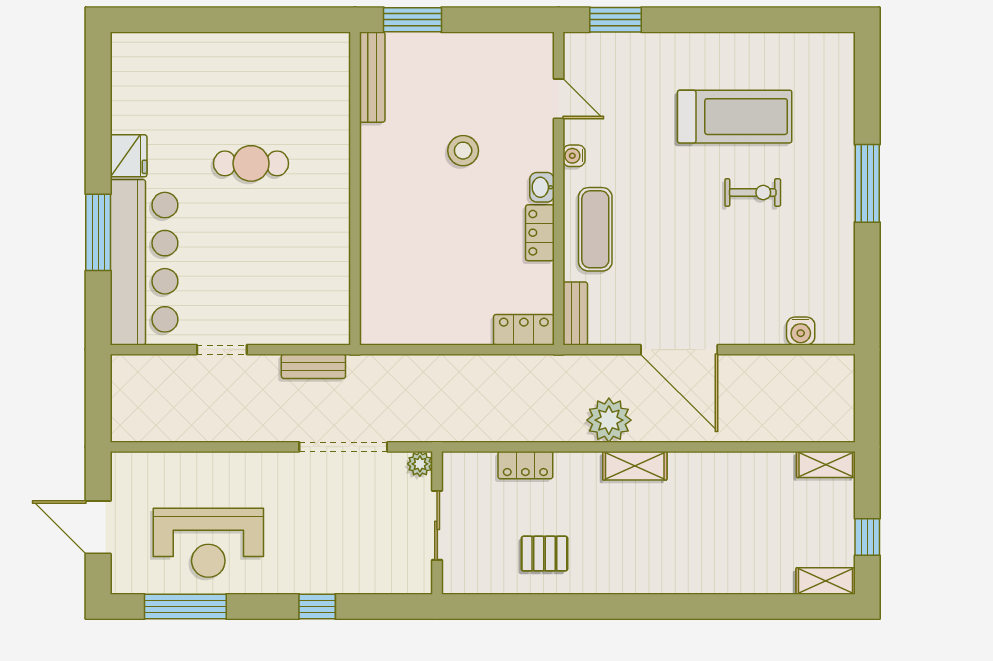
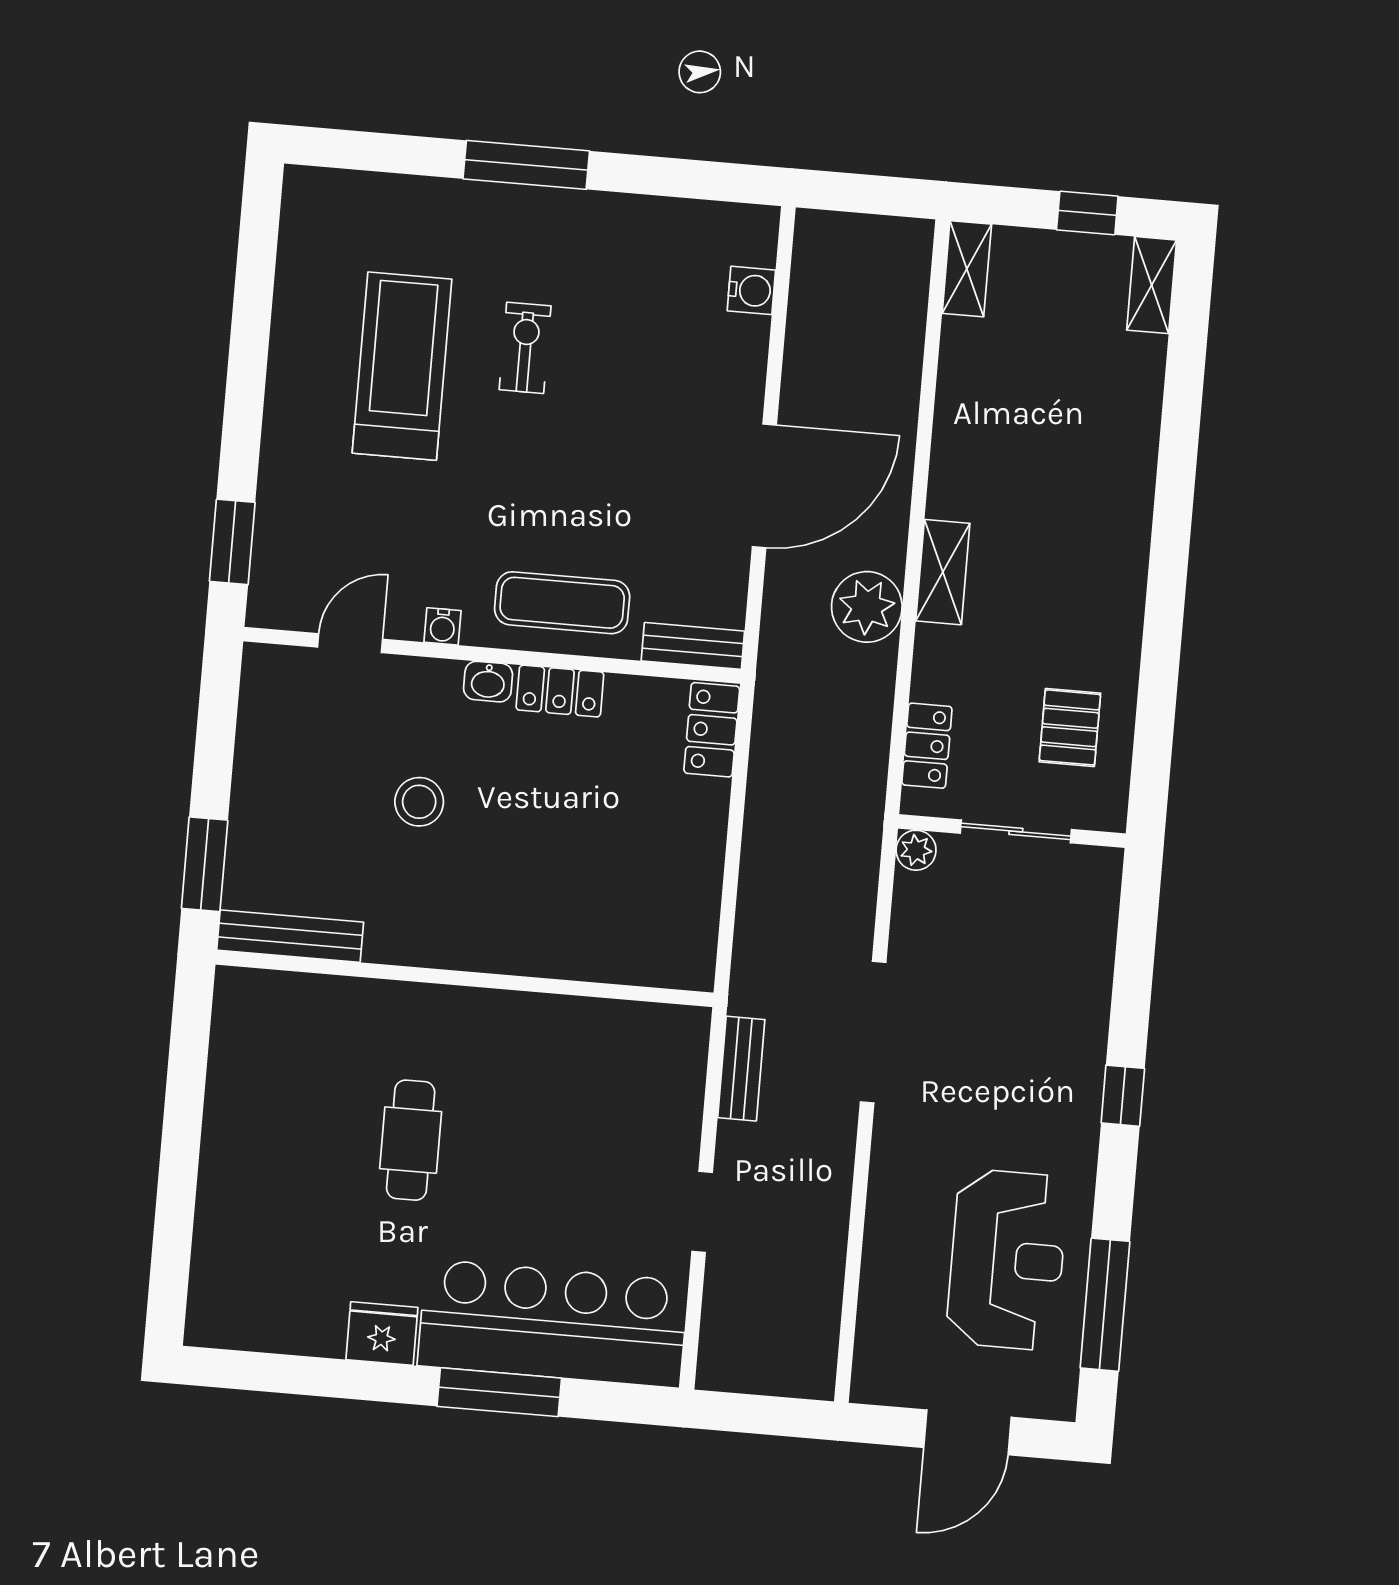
plant: (420, 464) -> (916, 850), moved
wall: (437, 523) -> (1012, 831), moved
sliding door: (437, 525) -> (1016, 831), moved

